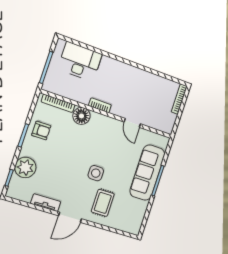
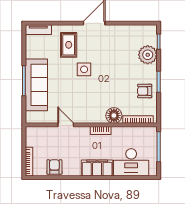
filing cabinet: (116, 68) -> (97, 168), added
armchair: (157, 85) -> (54, 167), added
tv unit: (46, 203) -> (38, 30), moved

